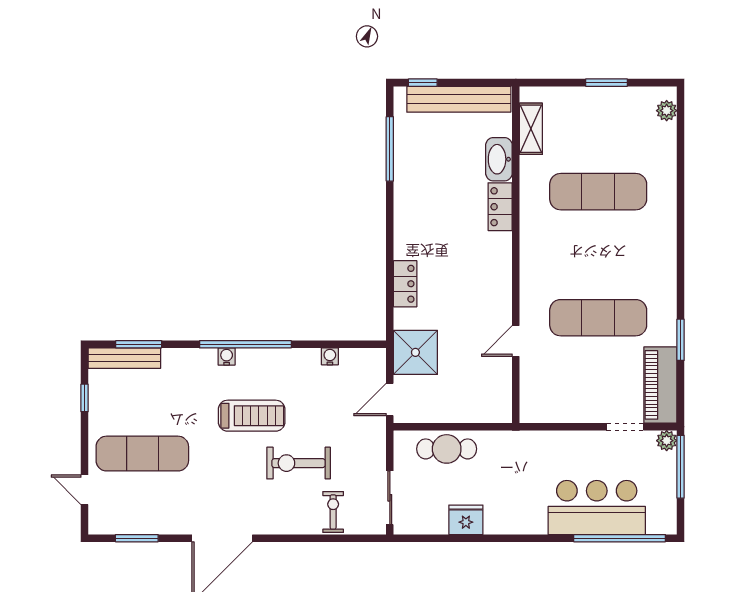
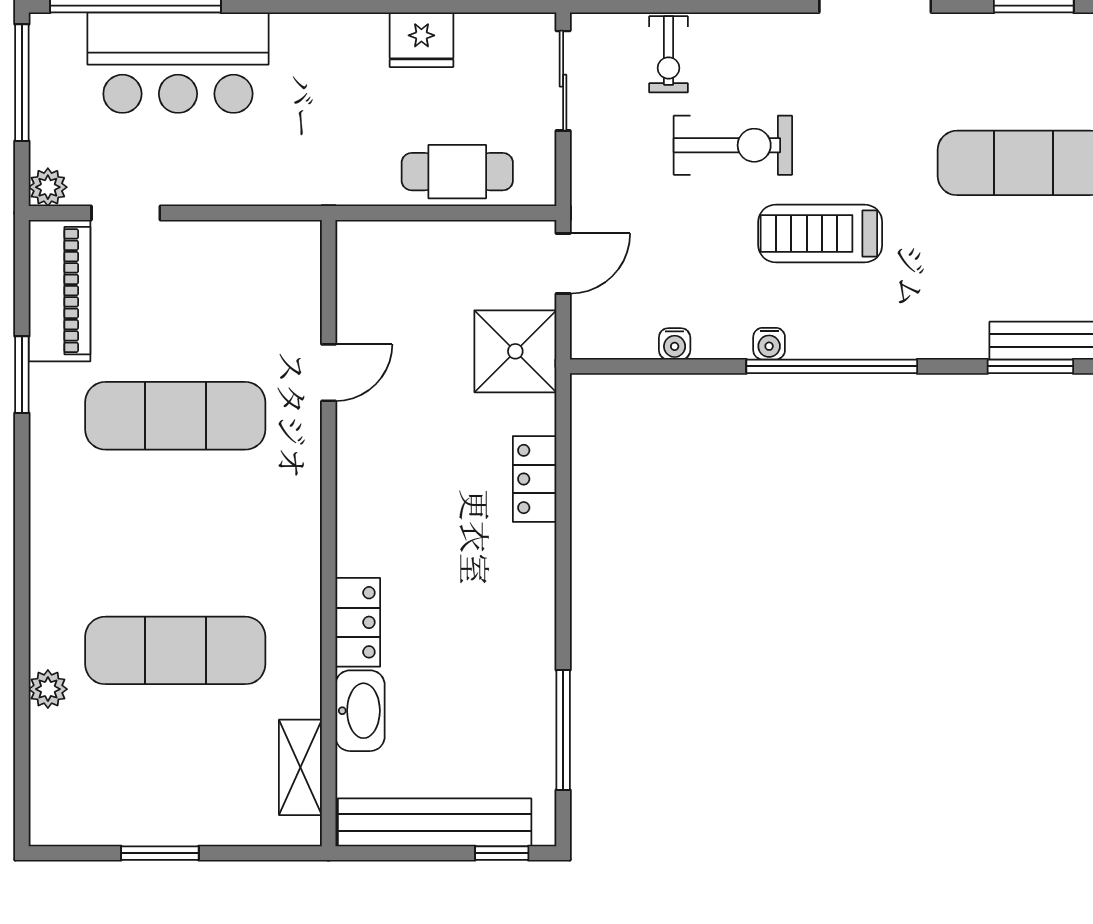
plant: (667, 111) -> (48, 689), moved
water cooler: (227, 356) -> (769, 344), moved
window: (681, 467) -> (22, 83), moved

